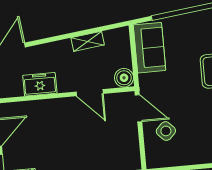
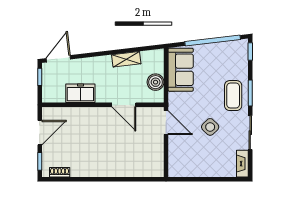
boiler: (124, 78) -> (156, 82), moved
side table: (166, 131) -> (210, 127), moved

